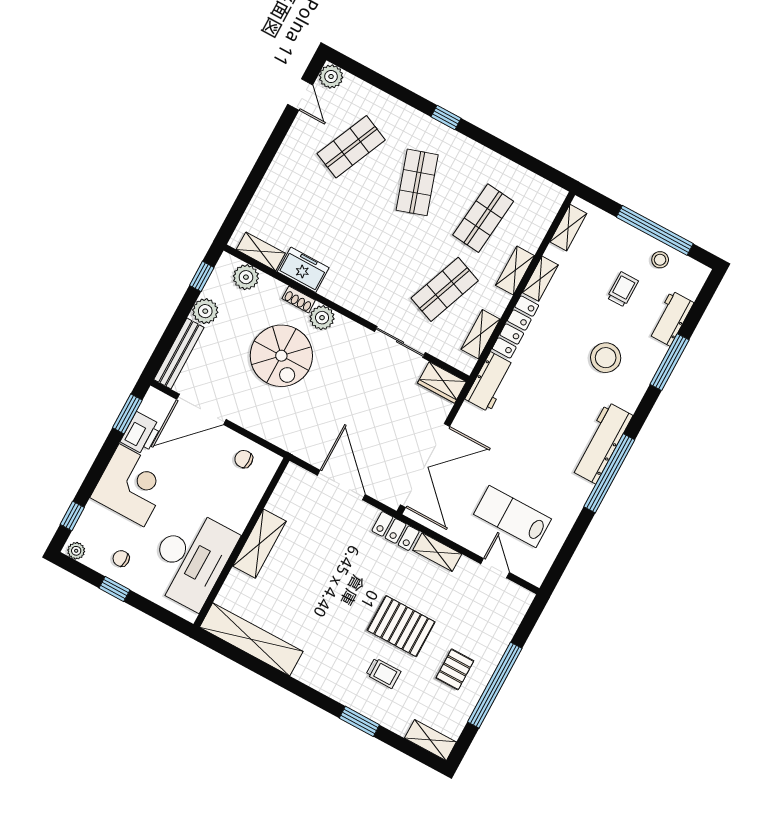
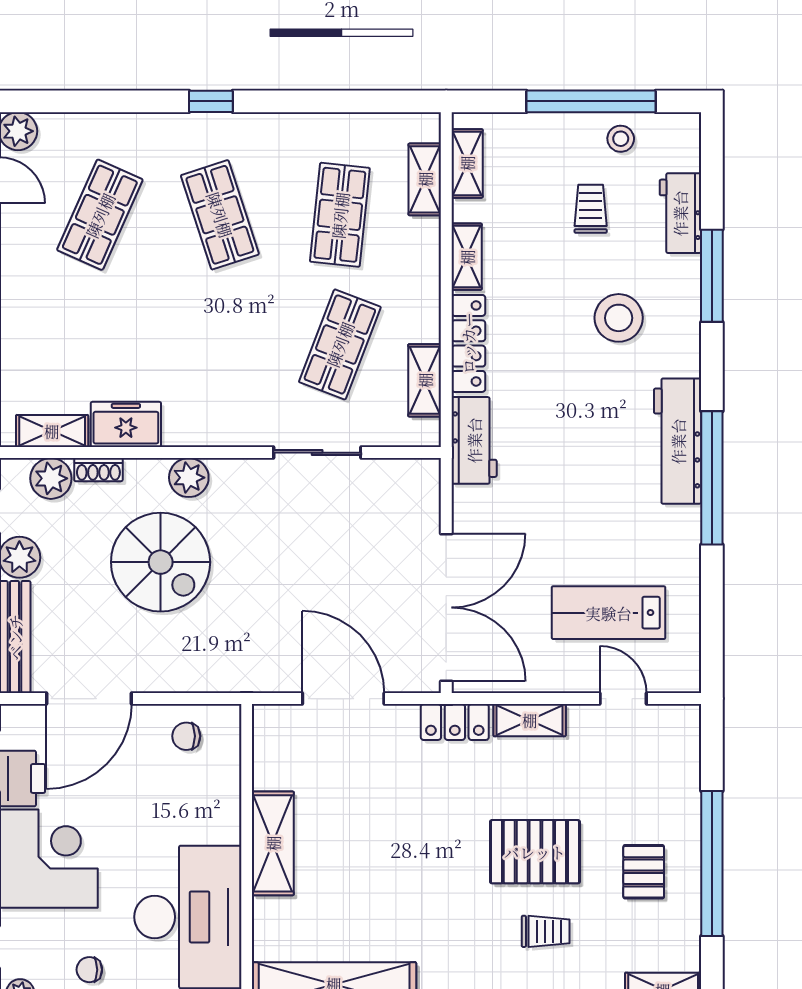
shelving: (515, 270) -> (425, 179), moved
shoe rack: (299, 299) -> (98, 470), moved
wardrobe: (442, 382) -> (407, 478), removed

